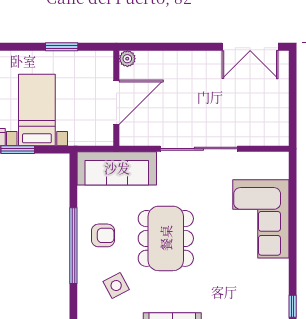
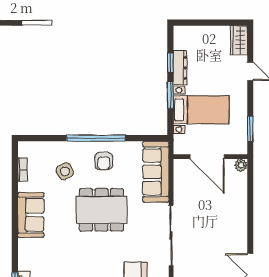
plant: (127, 59) -> (241, 165), moved
wall: (116, 98) -> (210, 157), moved
door: (116, 102) -> (207, 157), moved

